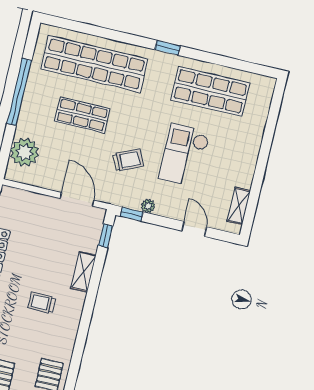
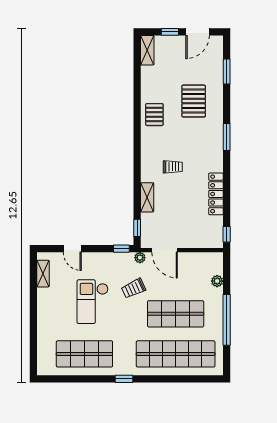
shop shelf: (82, 115) -> (176, 314), width x1.43, depth x1.36
plant: (25, 152) -> (217, 281), width x0.53, depth x0.53
checkout: (184, 155) -> (93, 302), turned 180
plant: (148, 206) -> (140, 258), moved

